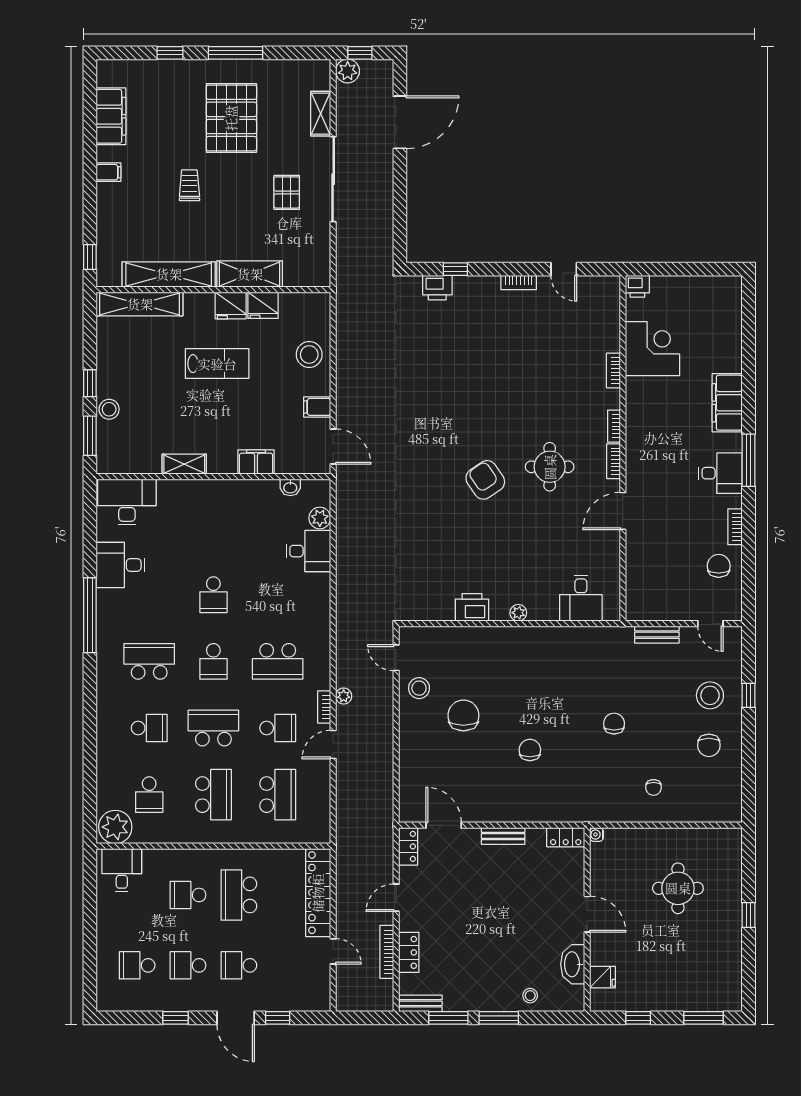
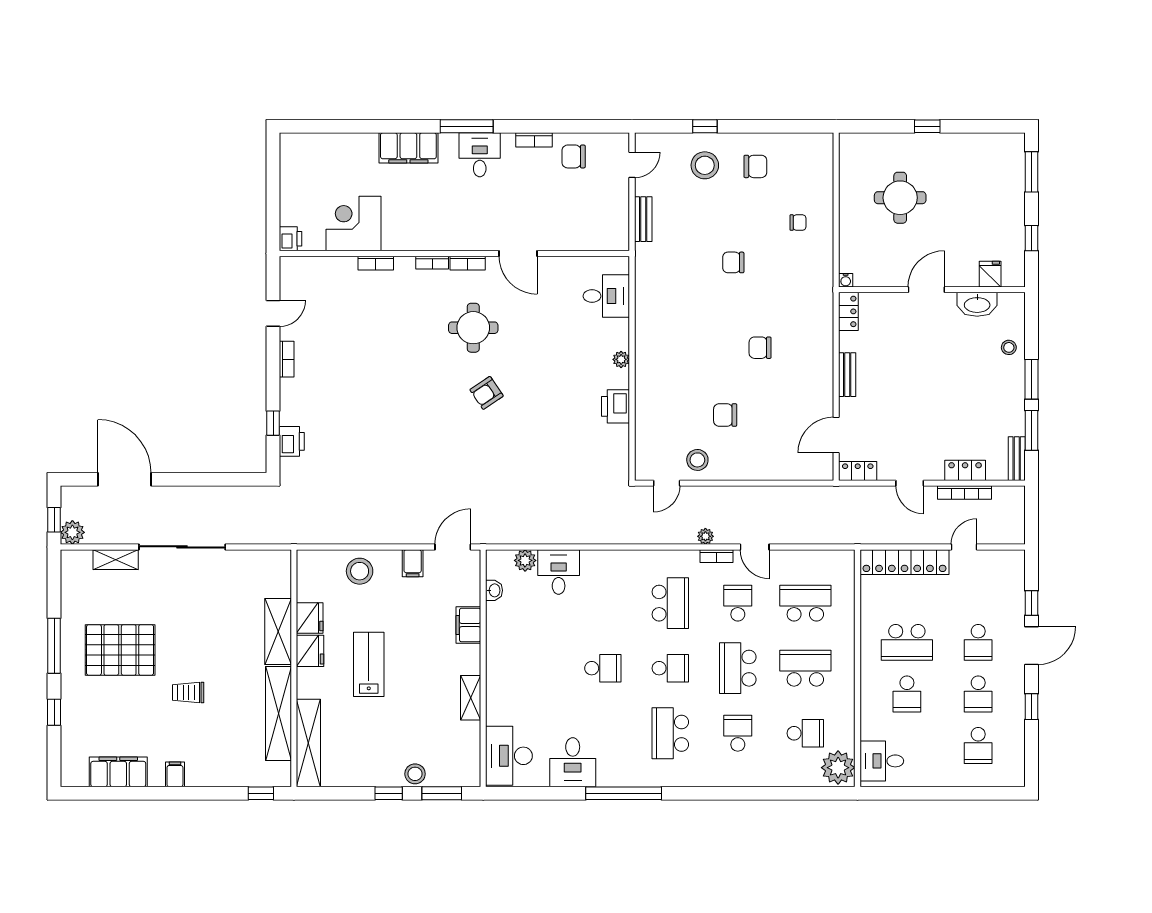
pallet: (287, 192) -> (195, 594), removed
armchair: (485, 480) -> (487, 393), width x0.72, depth x0.72
chair: (463, 715) -> (725, 415), width x0.73, depth x0.73

